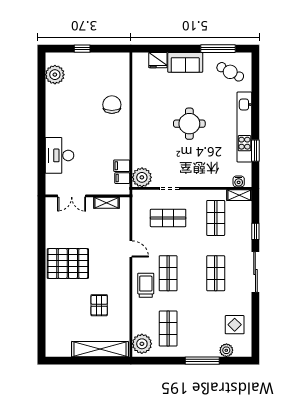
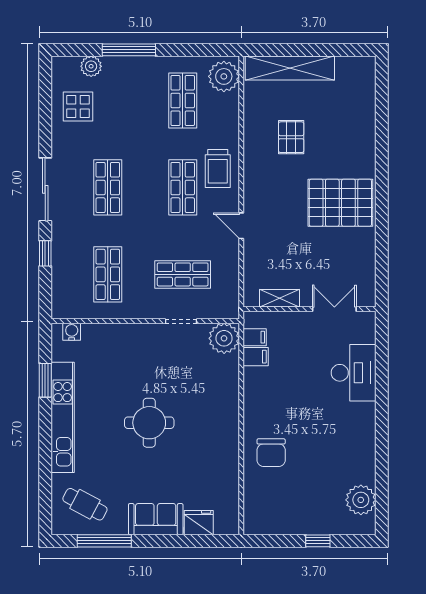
shelving: (239, 195) -> (71, 310), removed

